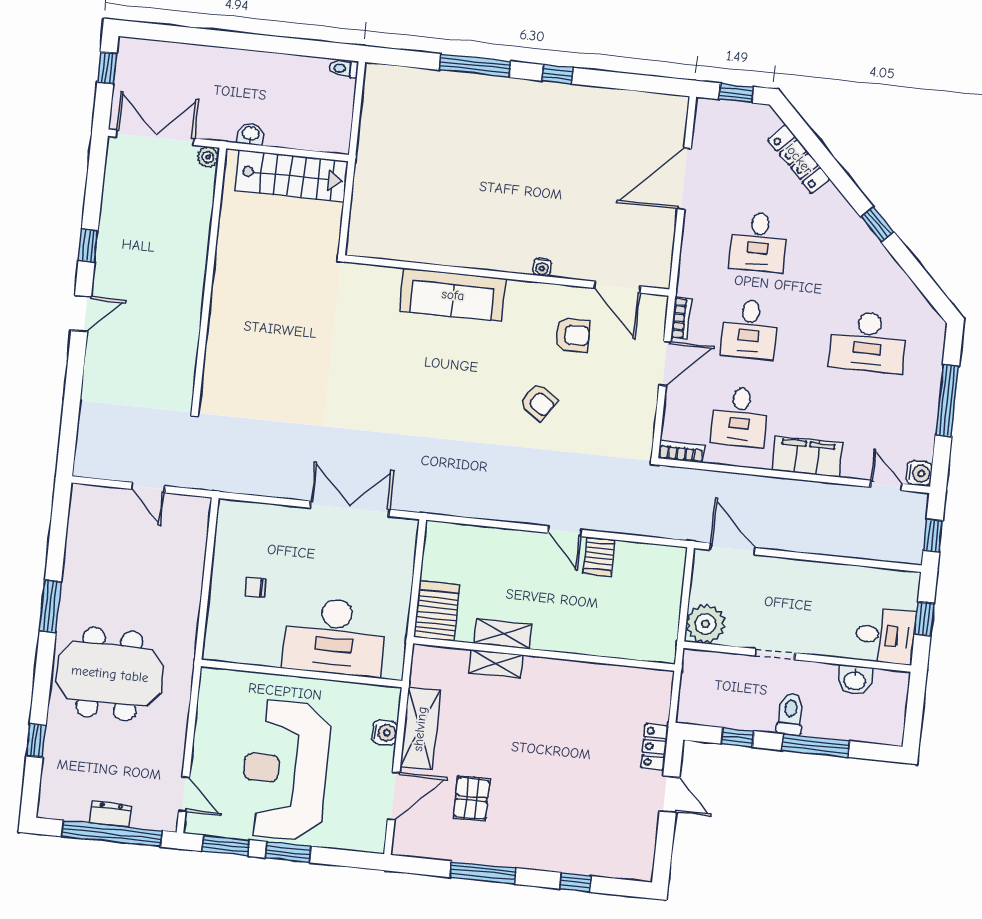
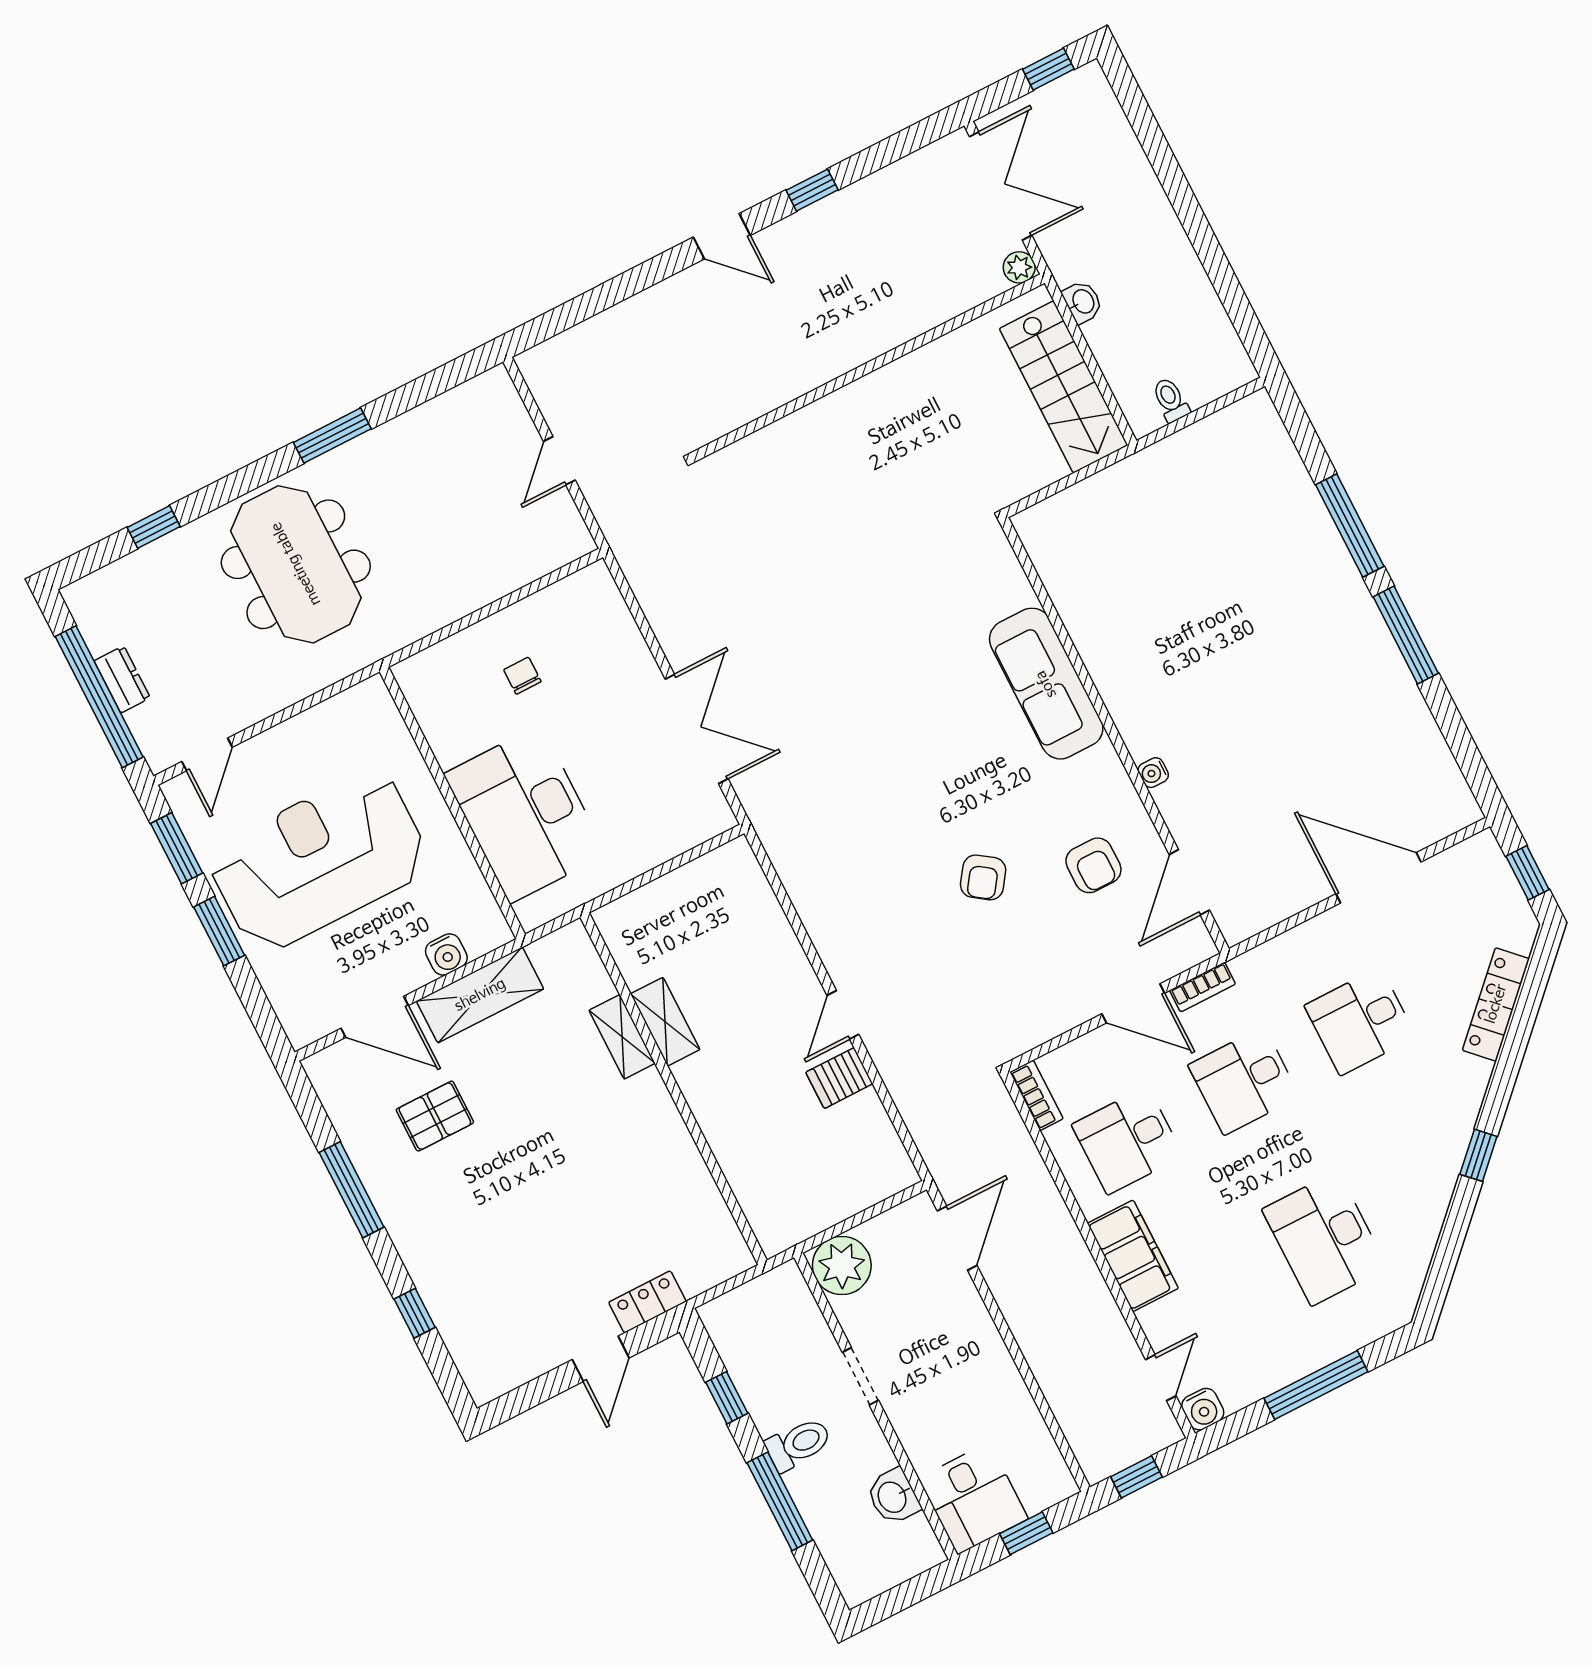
toilet: (344, 68) -> (1171, 400), moved
window: (557, 74) -> (1406, 635), width x2.17
server rack: (437, 611) -> (640, 920), removed

